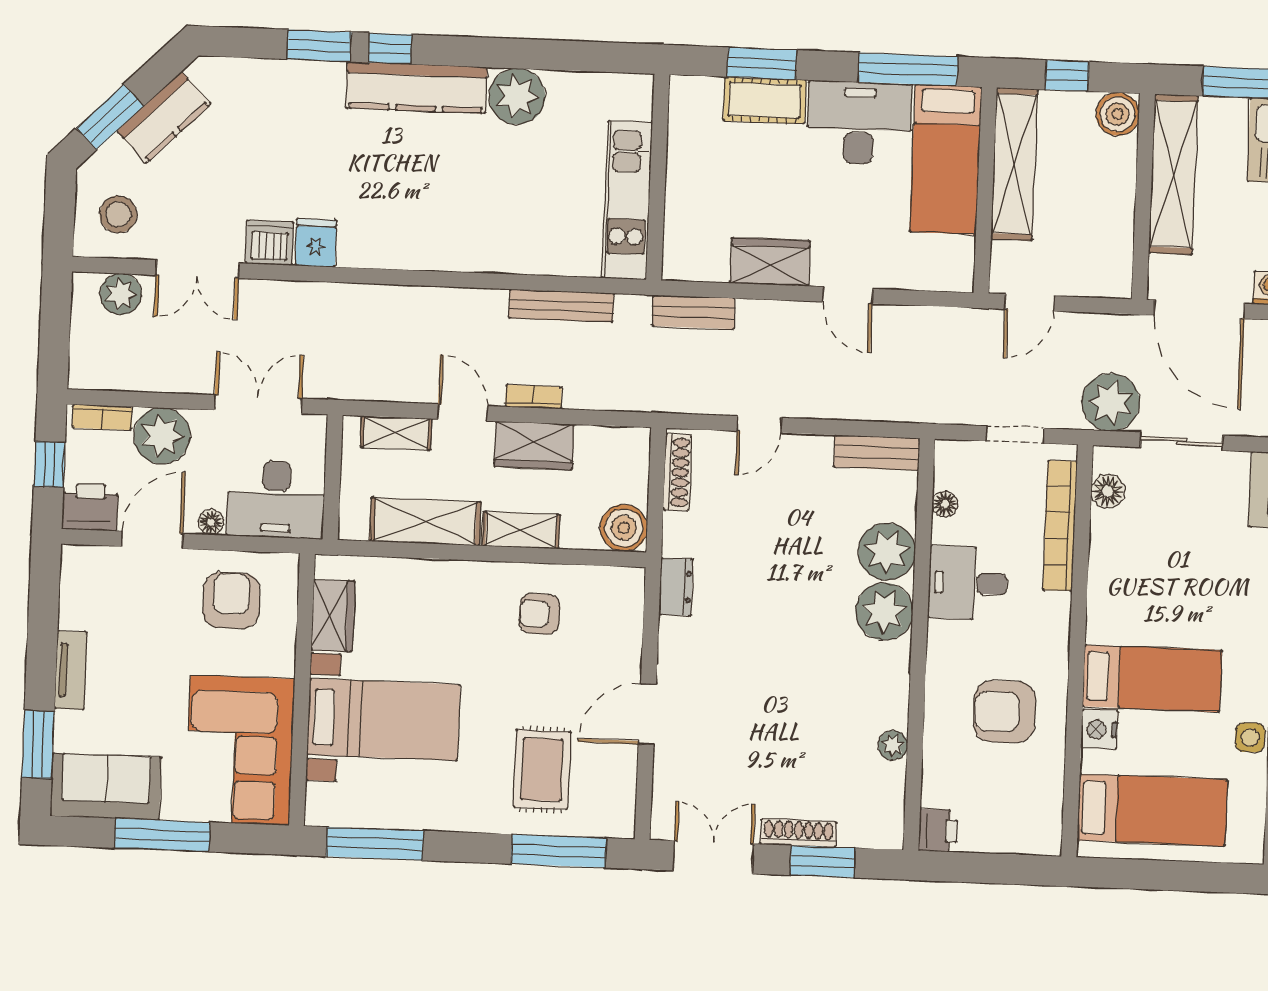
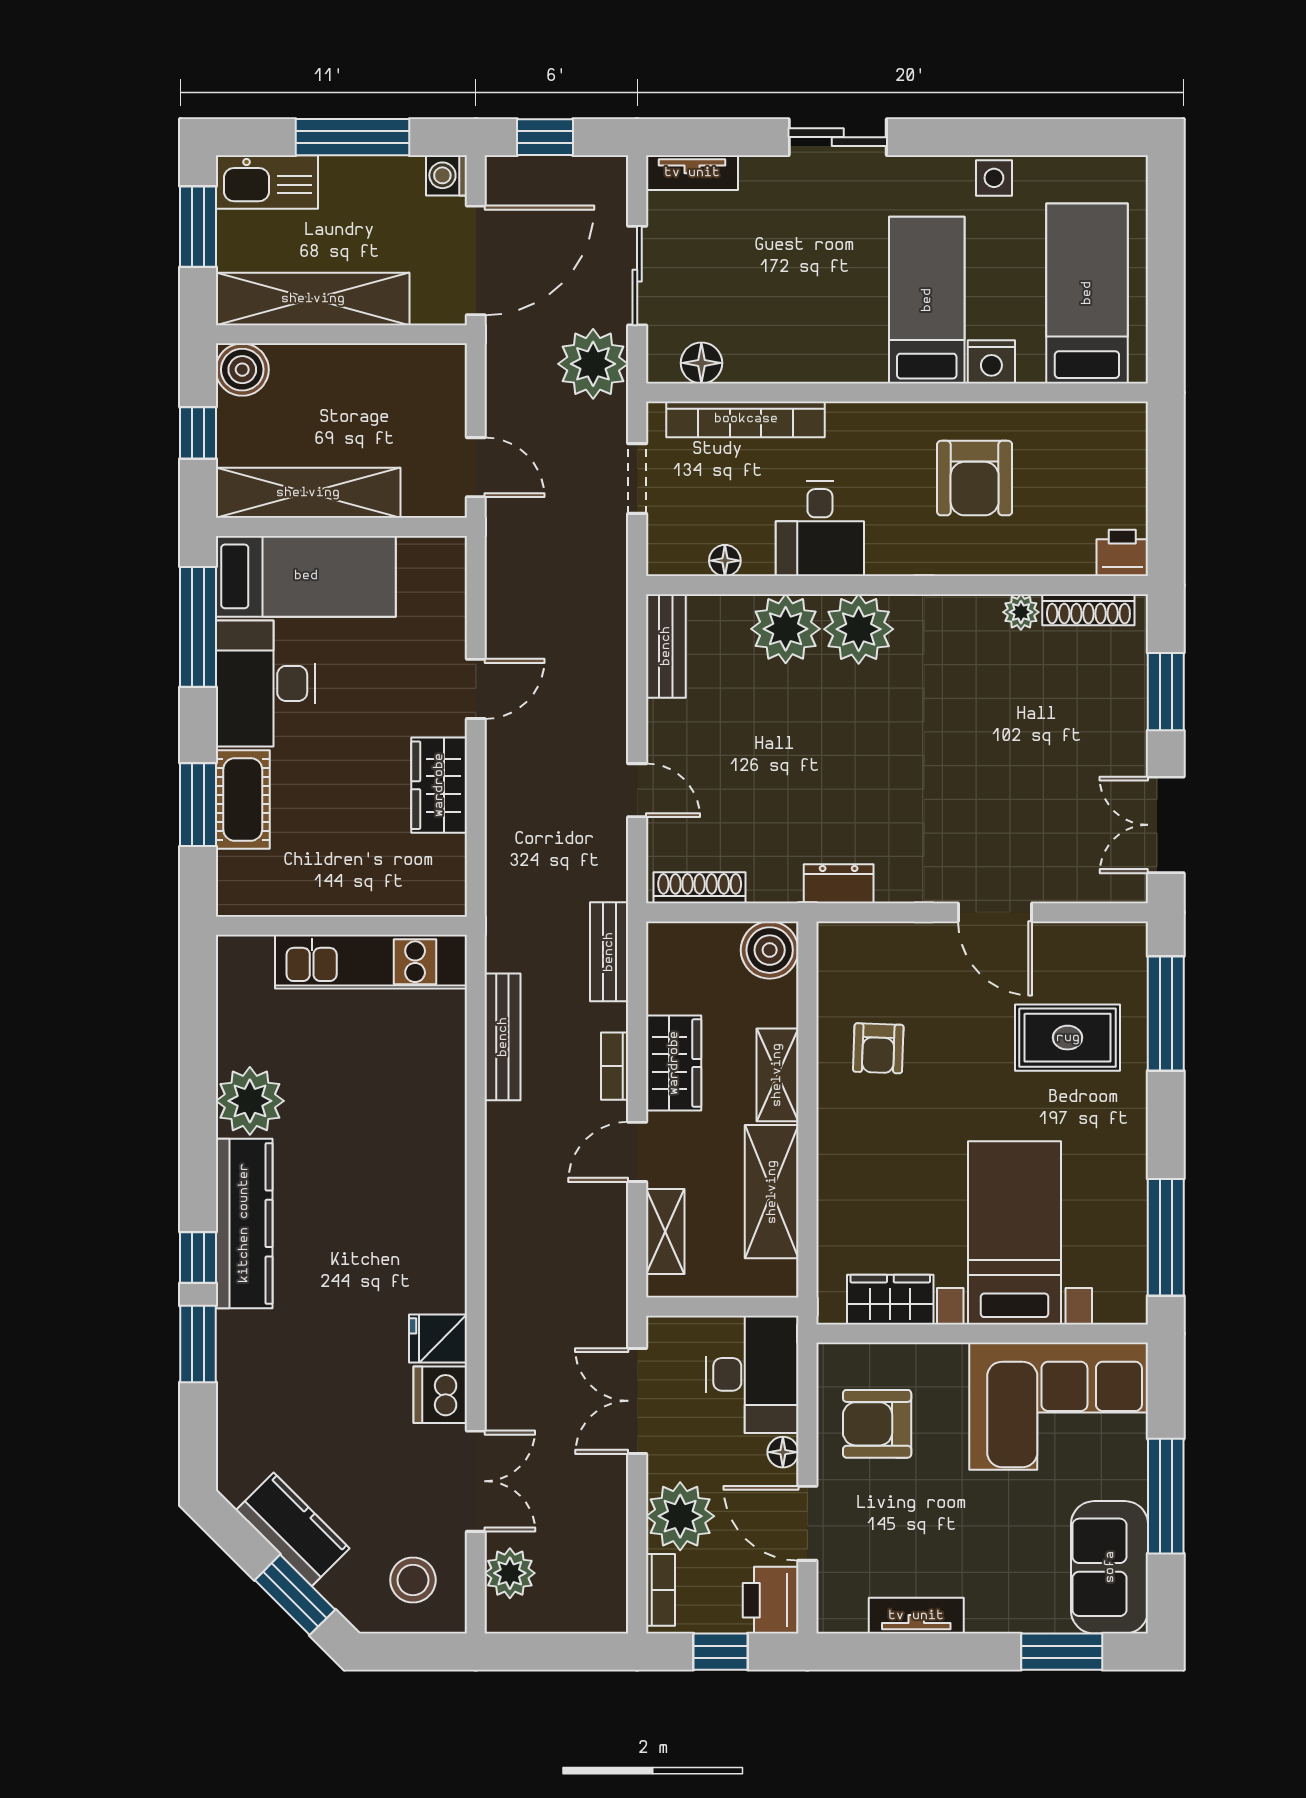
bench: (694, 312) -> (609, 952), moved
tv unit: (71, 670) -> (916, 1616), moved
shoe rack: (798, 833) -> (1088, 610), moved, turned -90

